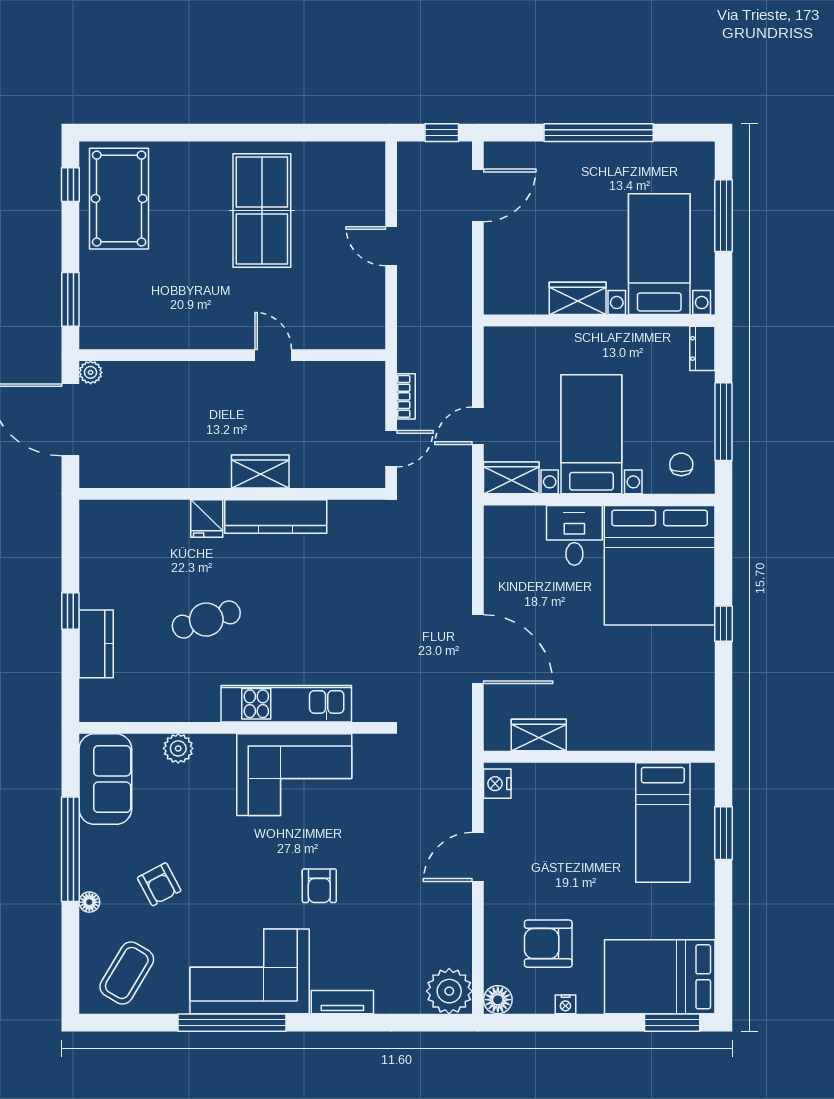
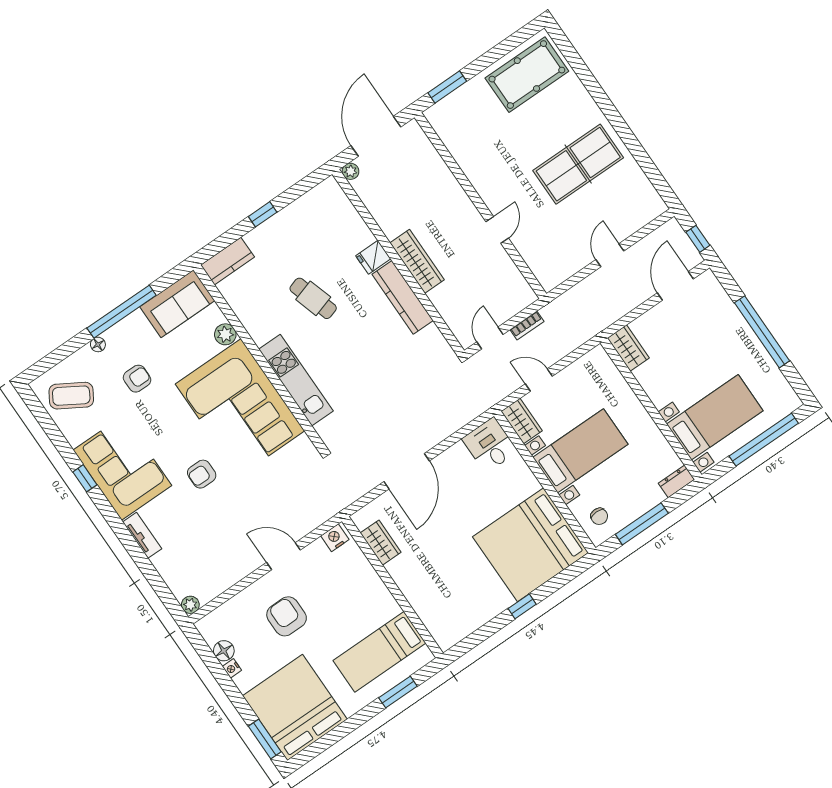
window: (70, 185) -> (515, 40), removed
door: (478, 195) -> (675, 286), swing flipped
window: (723, 216) -> (764, 440), width x1.46
wardrobe: (578, 298) -> (628, 348), moved
plant: (91, 372) -> (351, 171), moved
door: (391, 449) -> (490, 338), swing flipped
chair: (681, 464) -> (599, 516), turned 90
wardrobe: (260, 471) -> (417, 261), width x1.50
desk: (574, 535) -> (490, 445), moved, turned -90
kitchen counter: (96, 644) -> (227, 261), moved
corner sofa: (294, 775) -> (240, 407), width x1.36, depth x1.36
armchair: (159, 884) -> (137, 379), turned -152
armchair: (548, 944) -> (287, 616), moved
bed: (660, 977) -> (295, 707), width x1.36
plant: (449, 991) -> (190, 605), width x0.53, depth x0.53
floor lamp: (498, 1000) -> (224, 651), moved
window: (232, 1023) -> (85, 478), width x0.32

